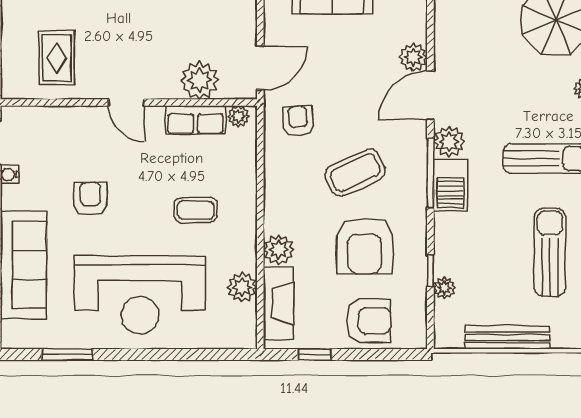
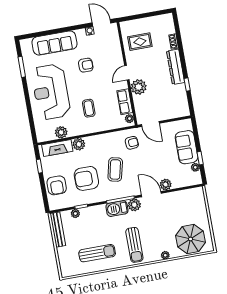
plant: (200, 80) -> (139, 87), moved
coffee table: (355, 173) -> (115, 169), turned 38
bench: (507, 337) -> (58, 230), moved

